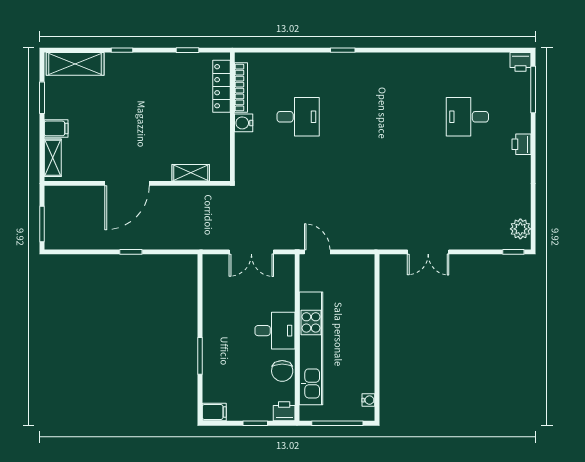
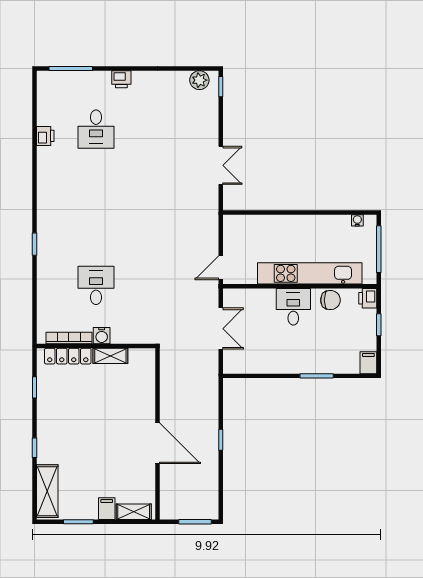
printer: (520, 62) -> (45, 136), moved
shelving: (191, 173) -> (110, 356), moved, turned 90

